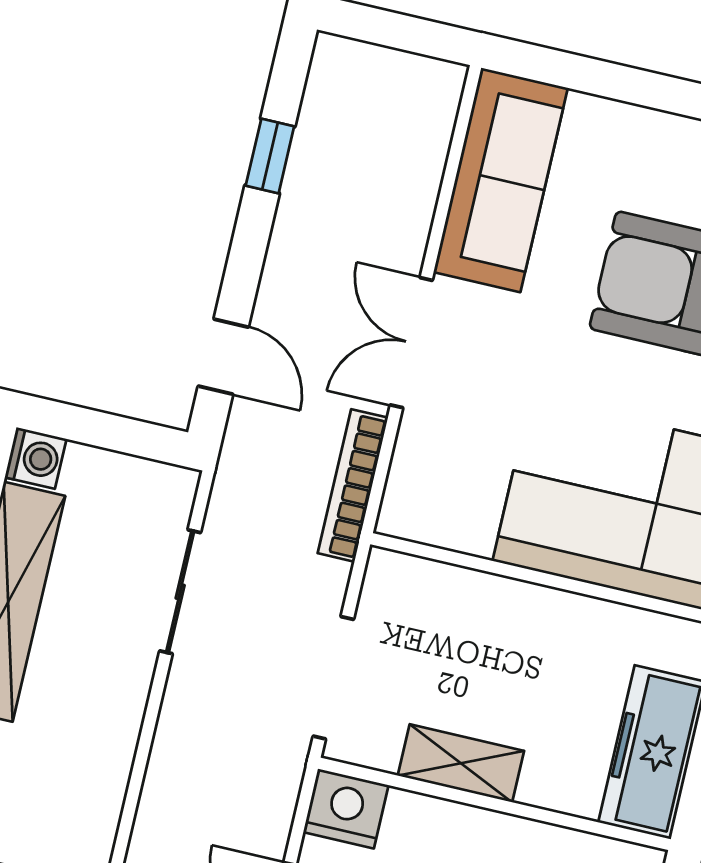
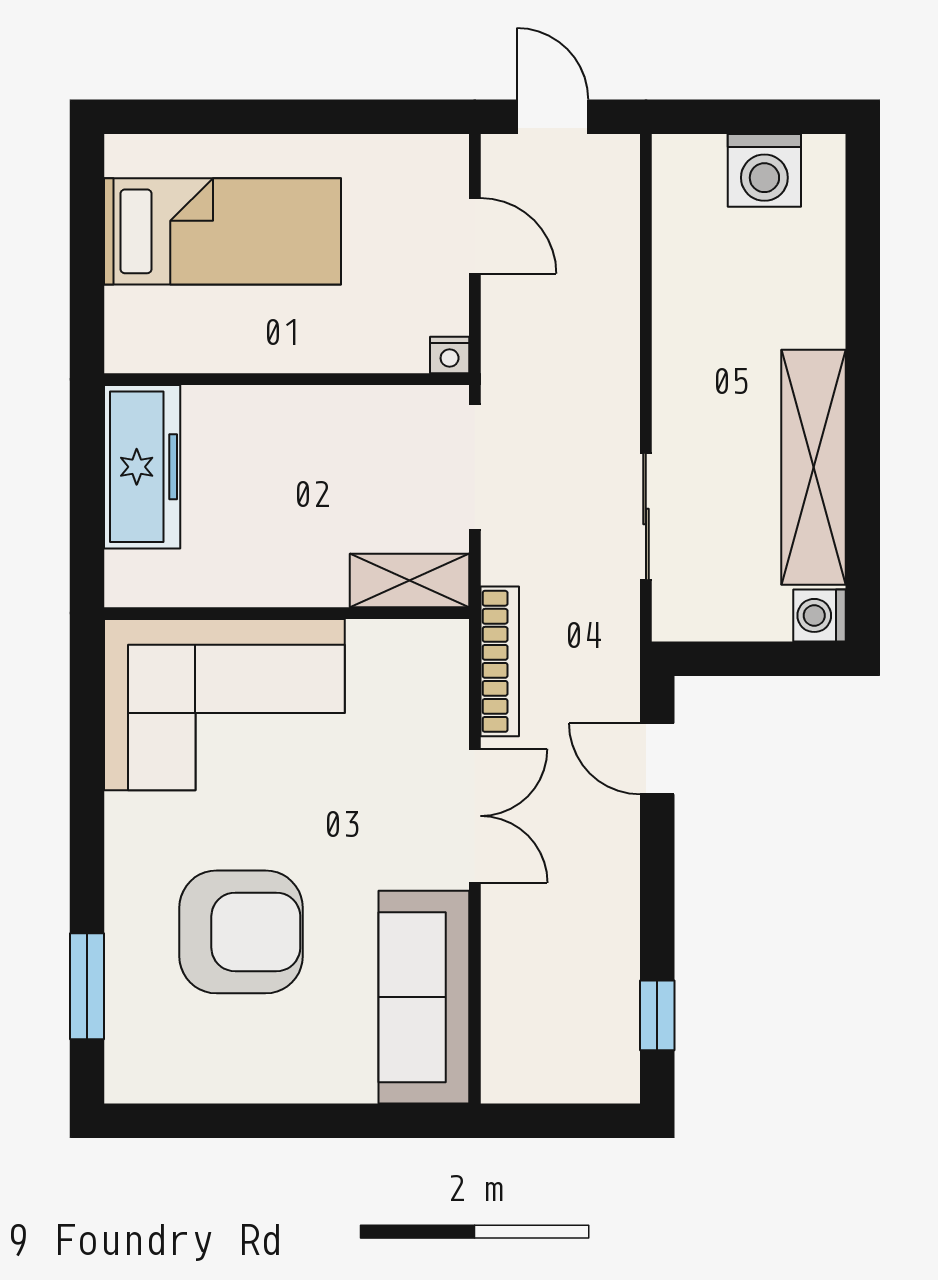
window: (270, 156) -> (657, 1015), moved
shelving: (461, 763) -> (409, 581), moved
nightstand: (346, 809) -> (450, 355), width x0.53, depth x0.56

